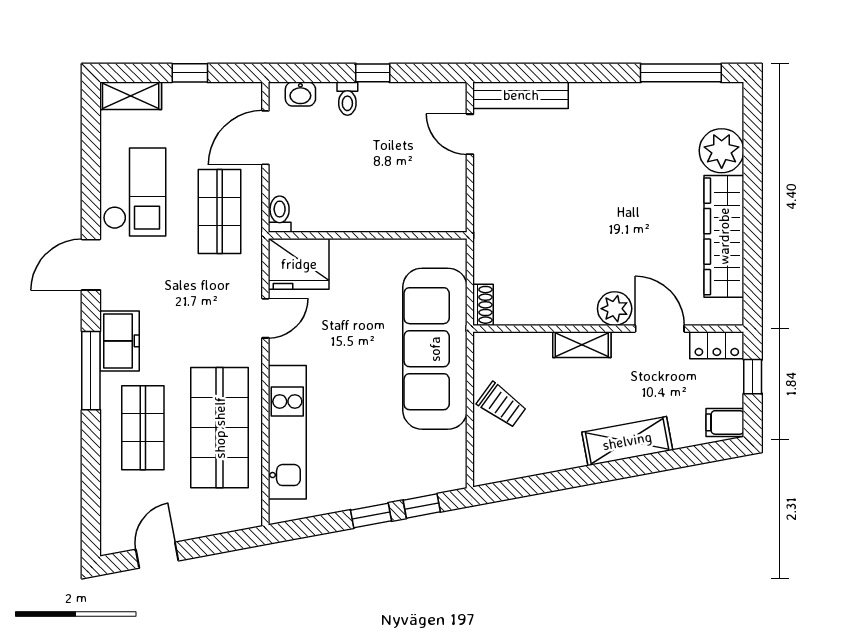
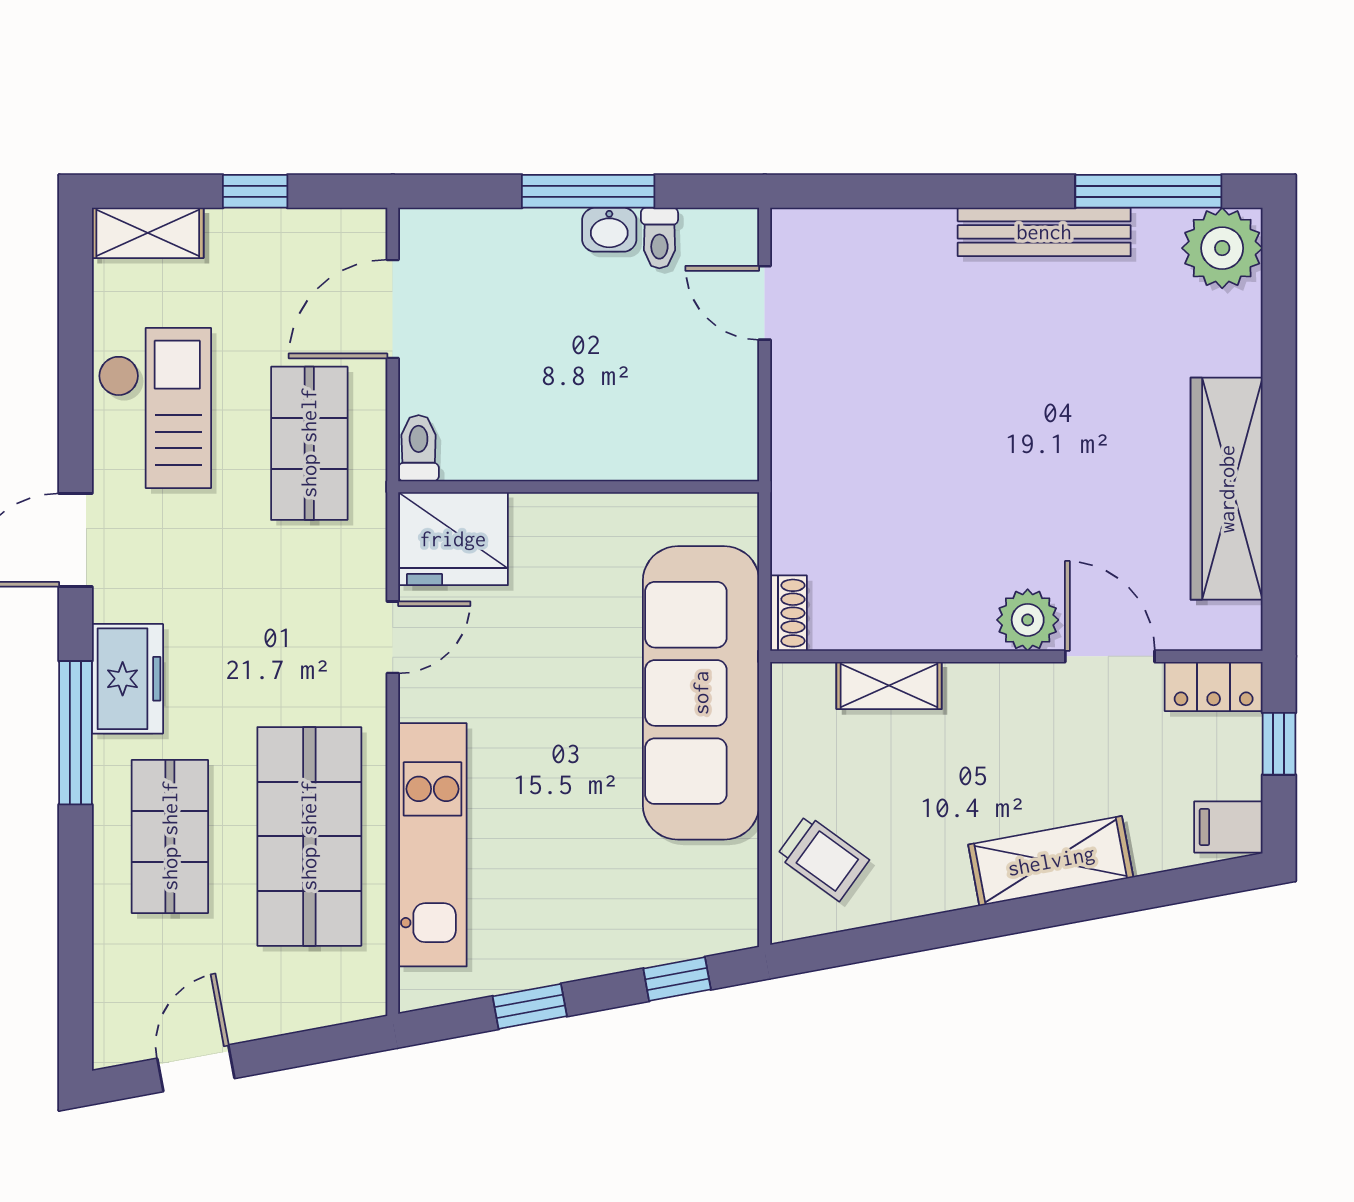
window: (373, 73) -> (588, 191), width x2.17
washbasin: (300, 94) -> (609, 230), moved
bench: (521, 95) -> (1044, 232), moved
toilet: (347, 99) -> (659, 238), moved
plant: (722, 151) -> (1222, 248), moved
shelving: (582, 345) -> (889, 685), moved
trolley: (502, 405) -> (823, 858), moved
window: (371, 515) -> (530, 1006), moved

